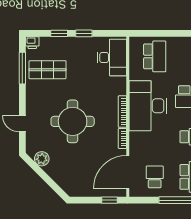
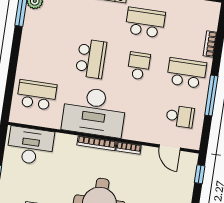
door: (128, 172) -> (170, 148), width x0.53
school desk: (155, 177) -> (180, 116), turned 180

